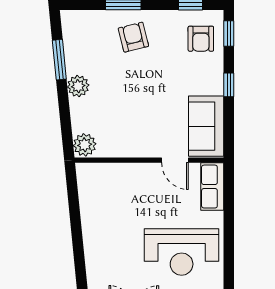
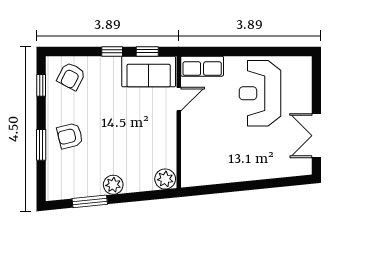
window: (229, 33) -> (147, 51), moved
armchair: (201, 39) -> (71, 76), turned 118
reception desk: (182, 252) -> (260, 93), turned 180

